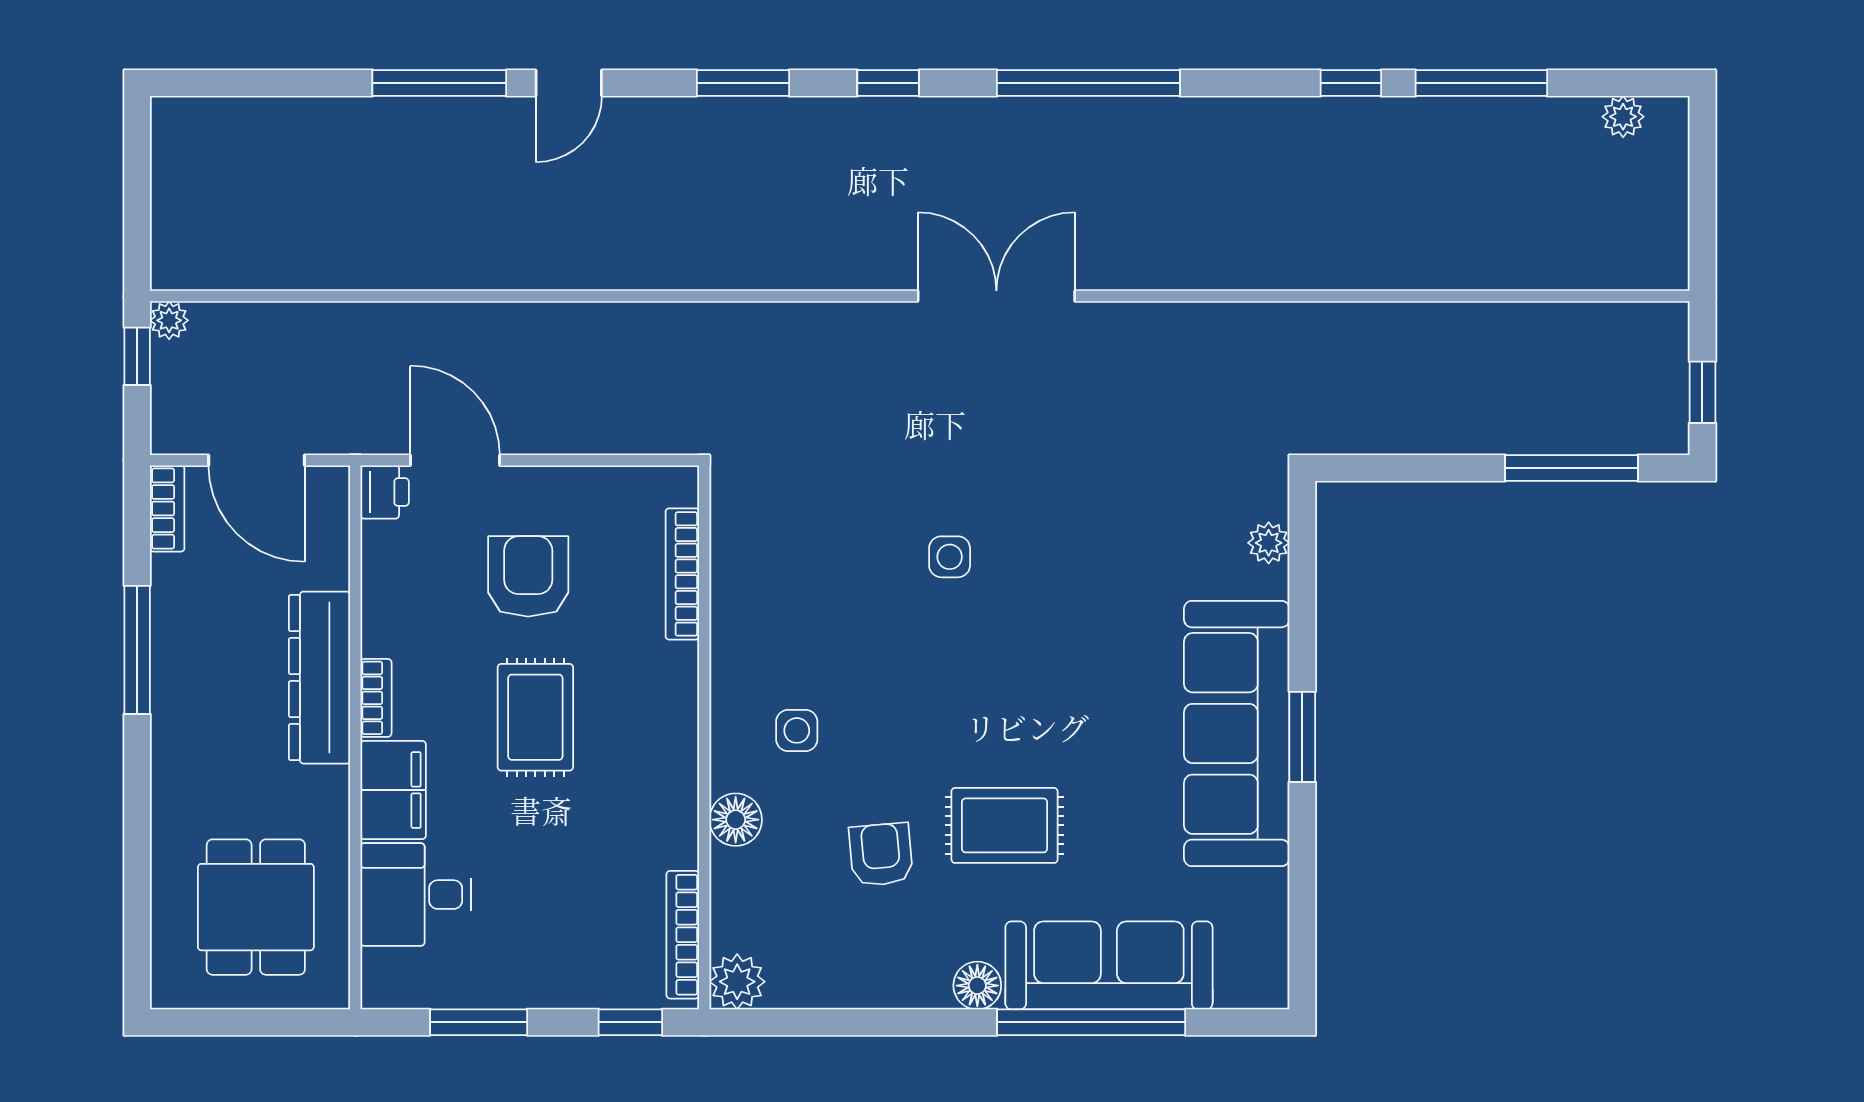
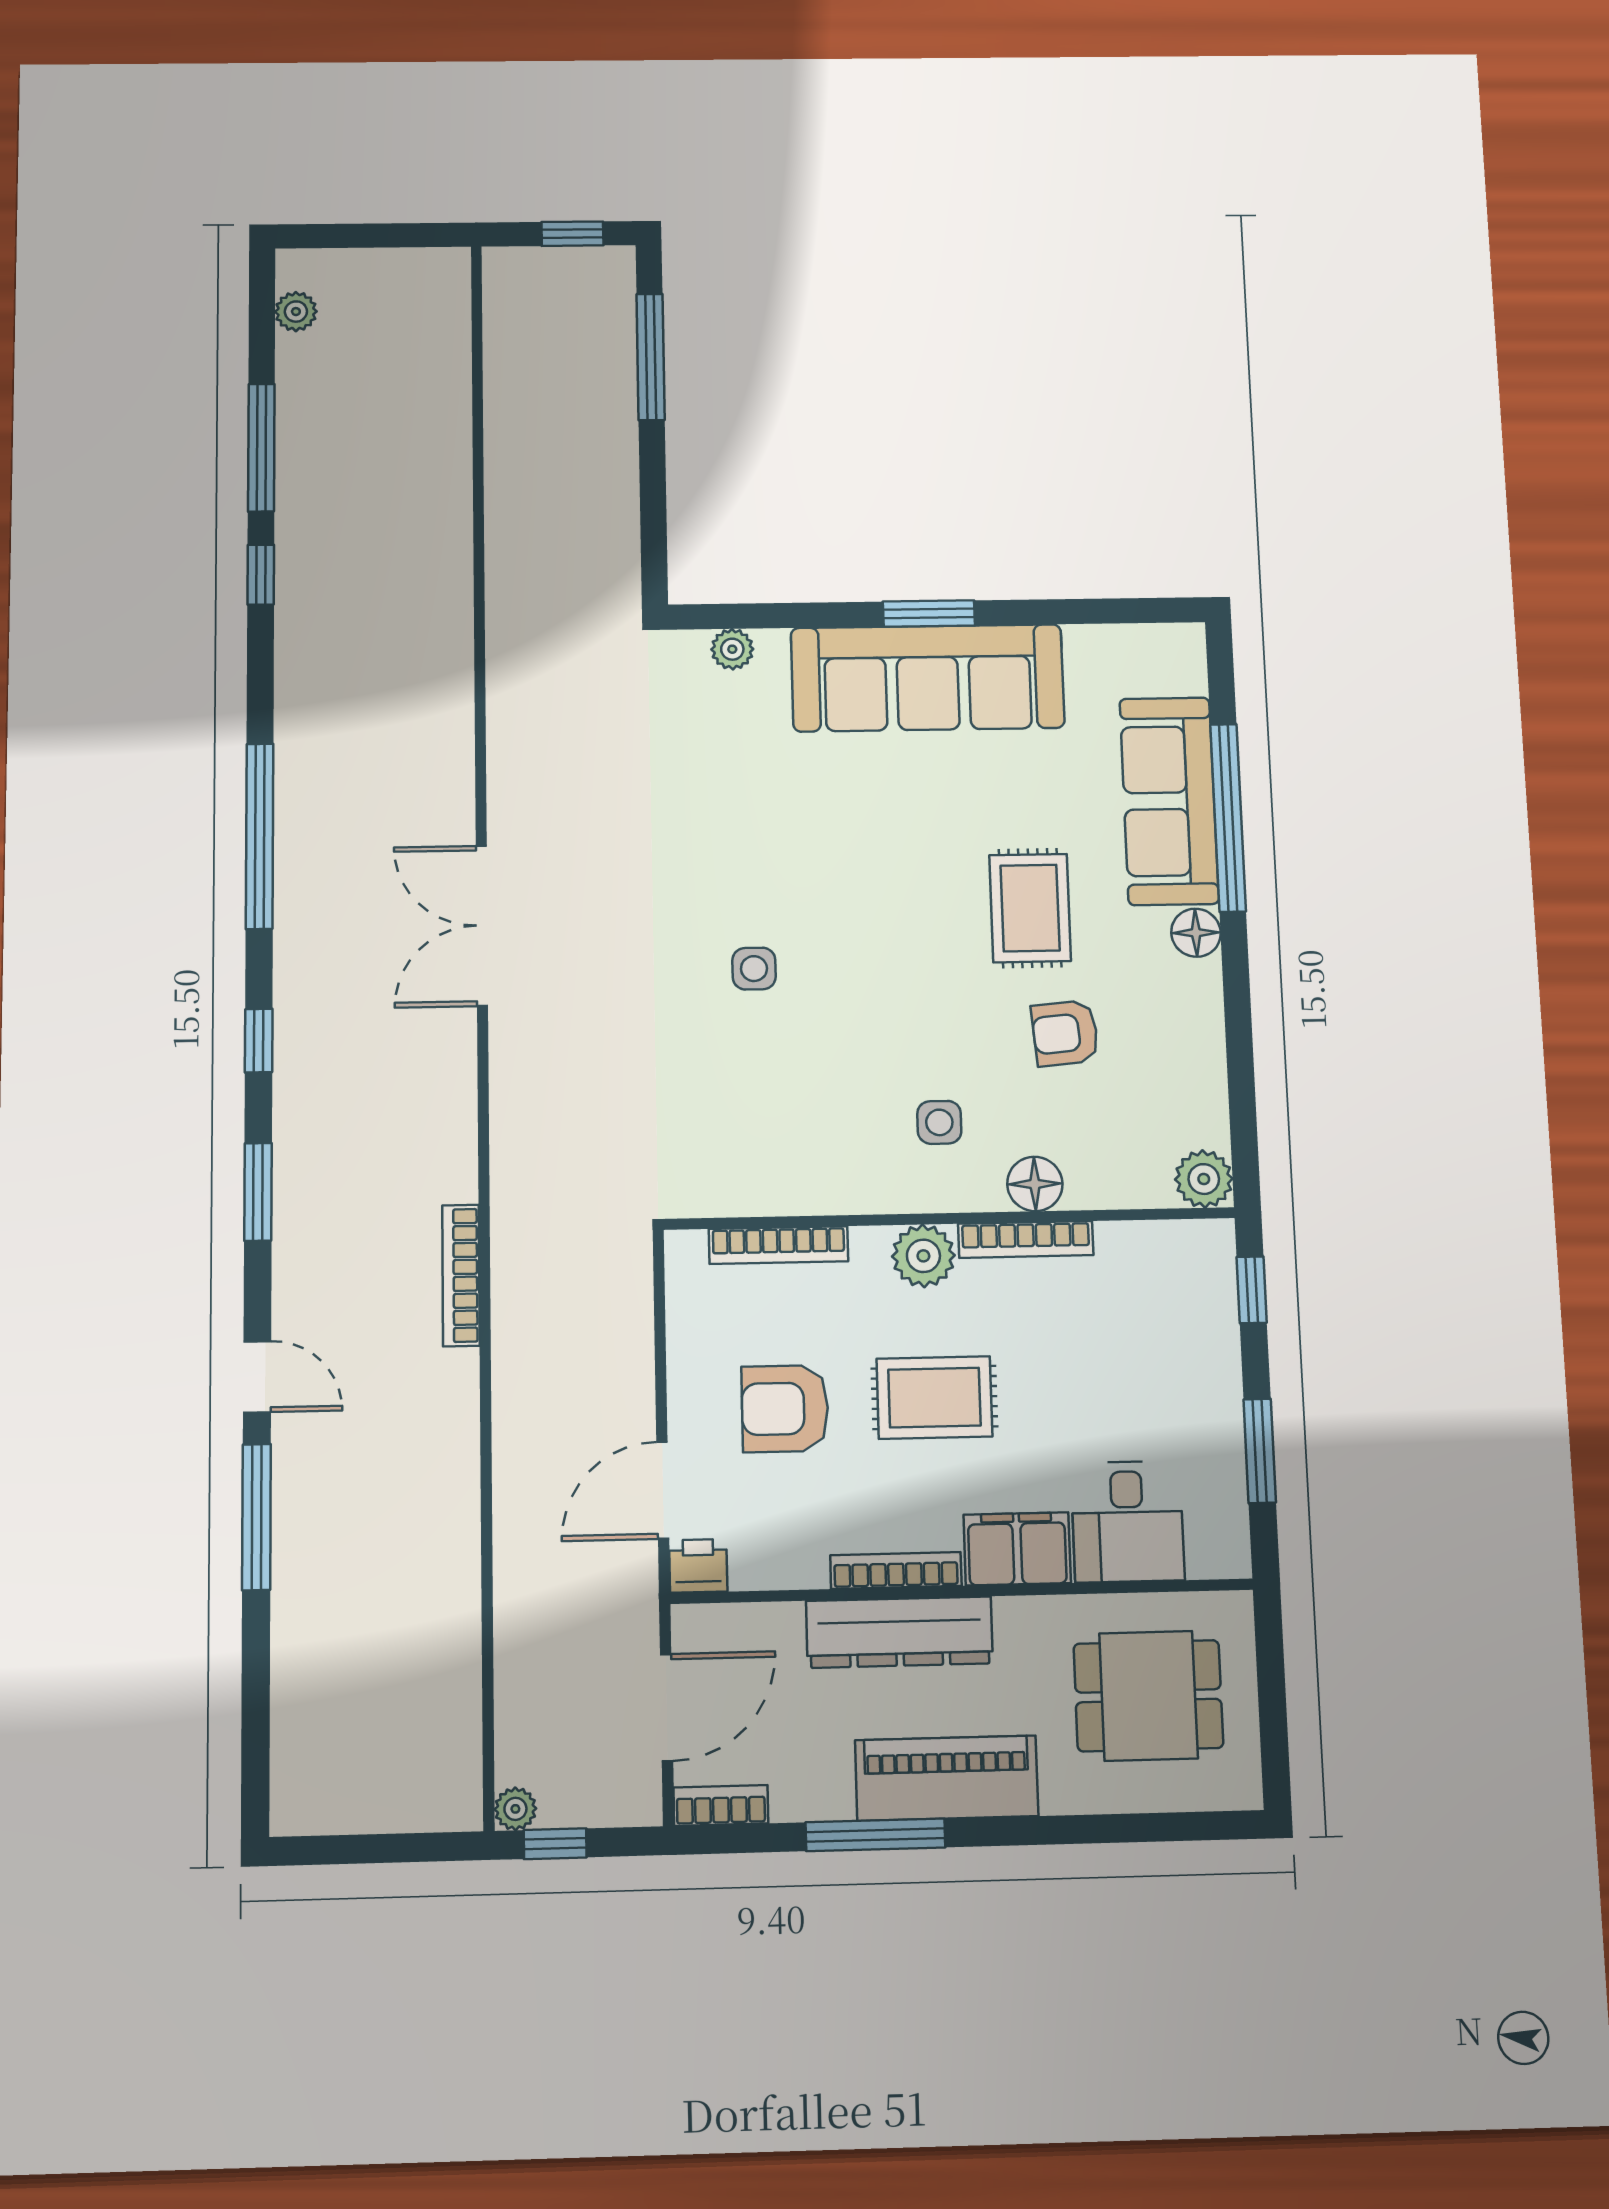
bookcase: (660, 274) -> (461, 1275), added
bookcase: (376, 698) -> (896, 1570), width x1.56
plant: (669, 711) -> (923, 1256), added
piano: (186, 717) -> (947, 1778), added
bookcase: (683, 935) -> (1026, 1239), moved

